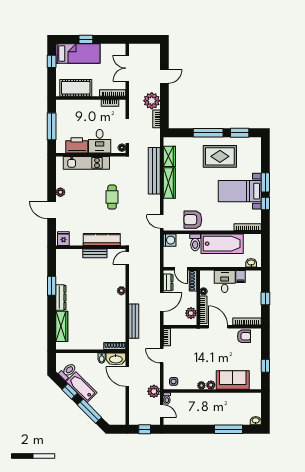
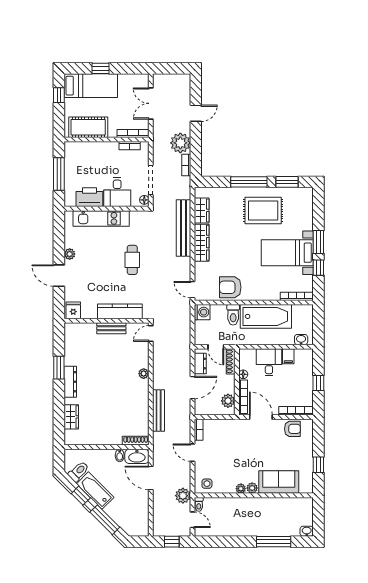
wardrobe: (62, 326) -> (71, 417), width x0.67

